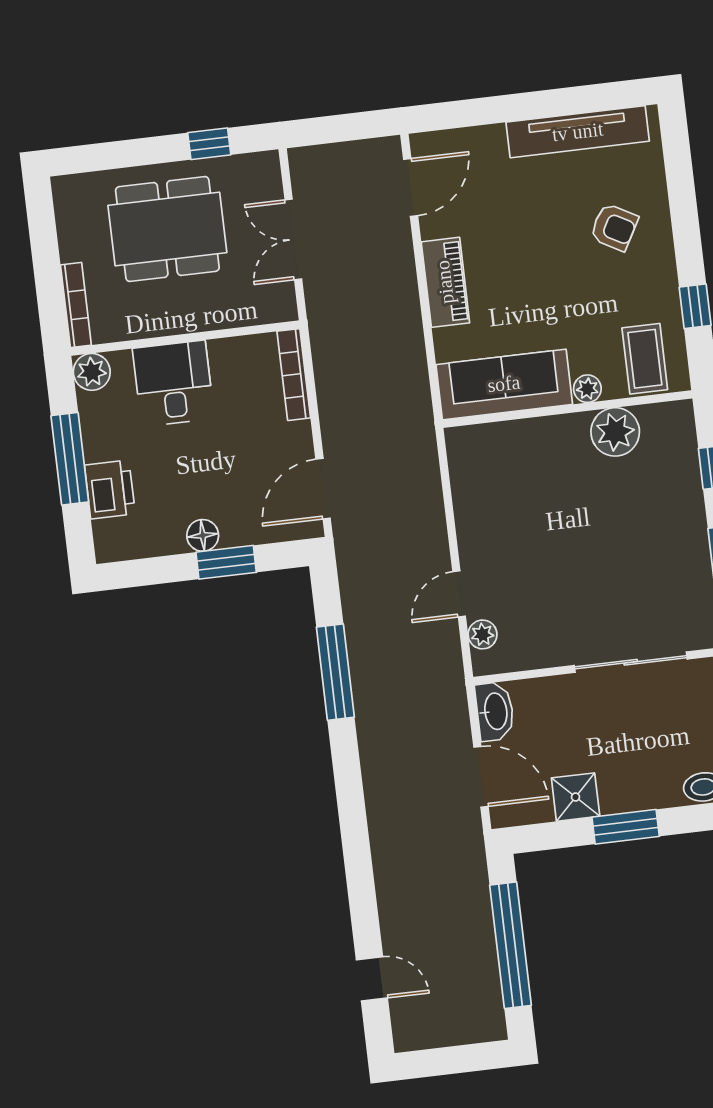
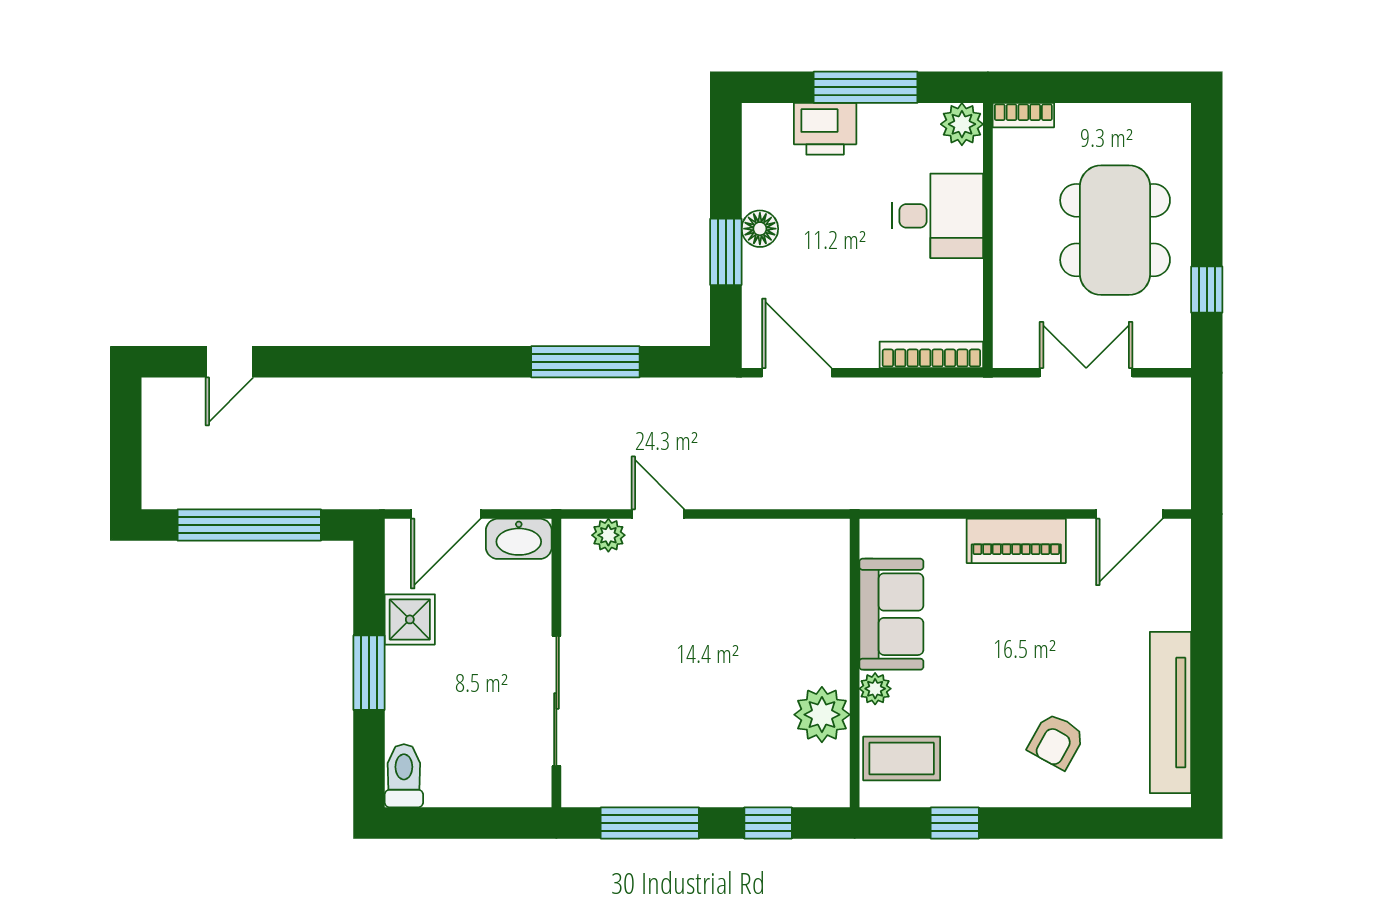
door: (411, 188) -> (1129, 514), hinge flipped
bookcase: (76, 305) -> (1023, 115), width x0.64
sofa: (504, 384) -> (891, 614), width x0.73

